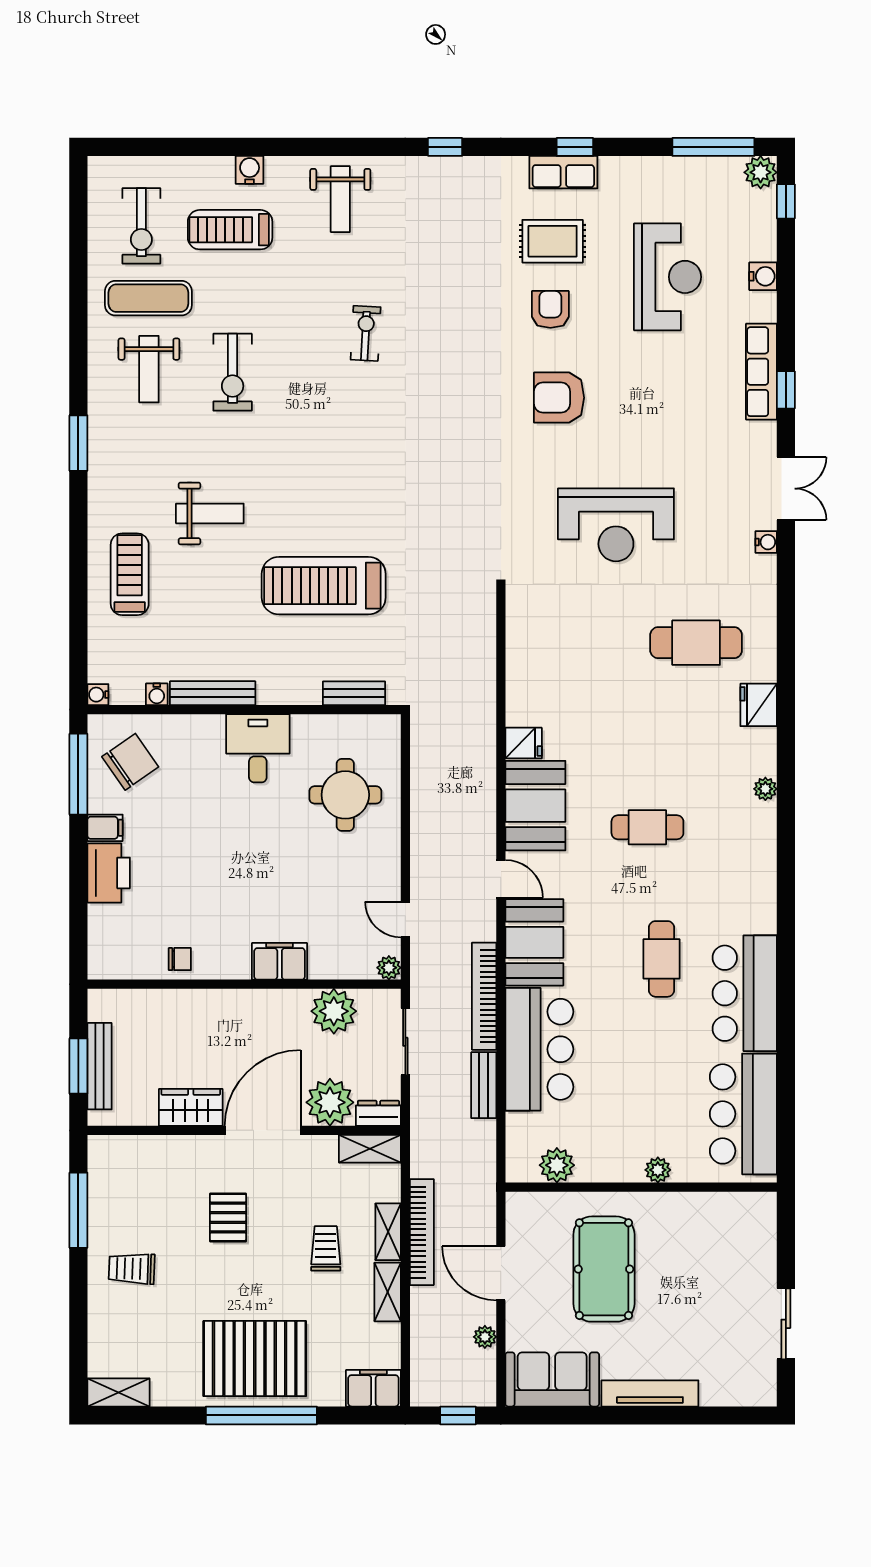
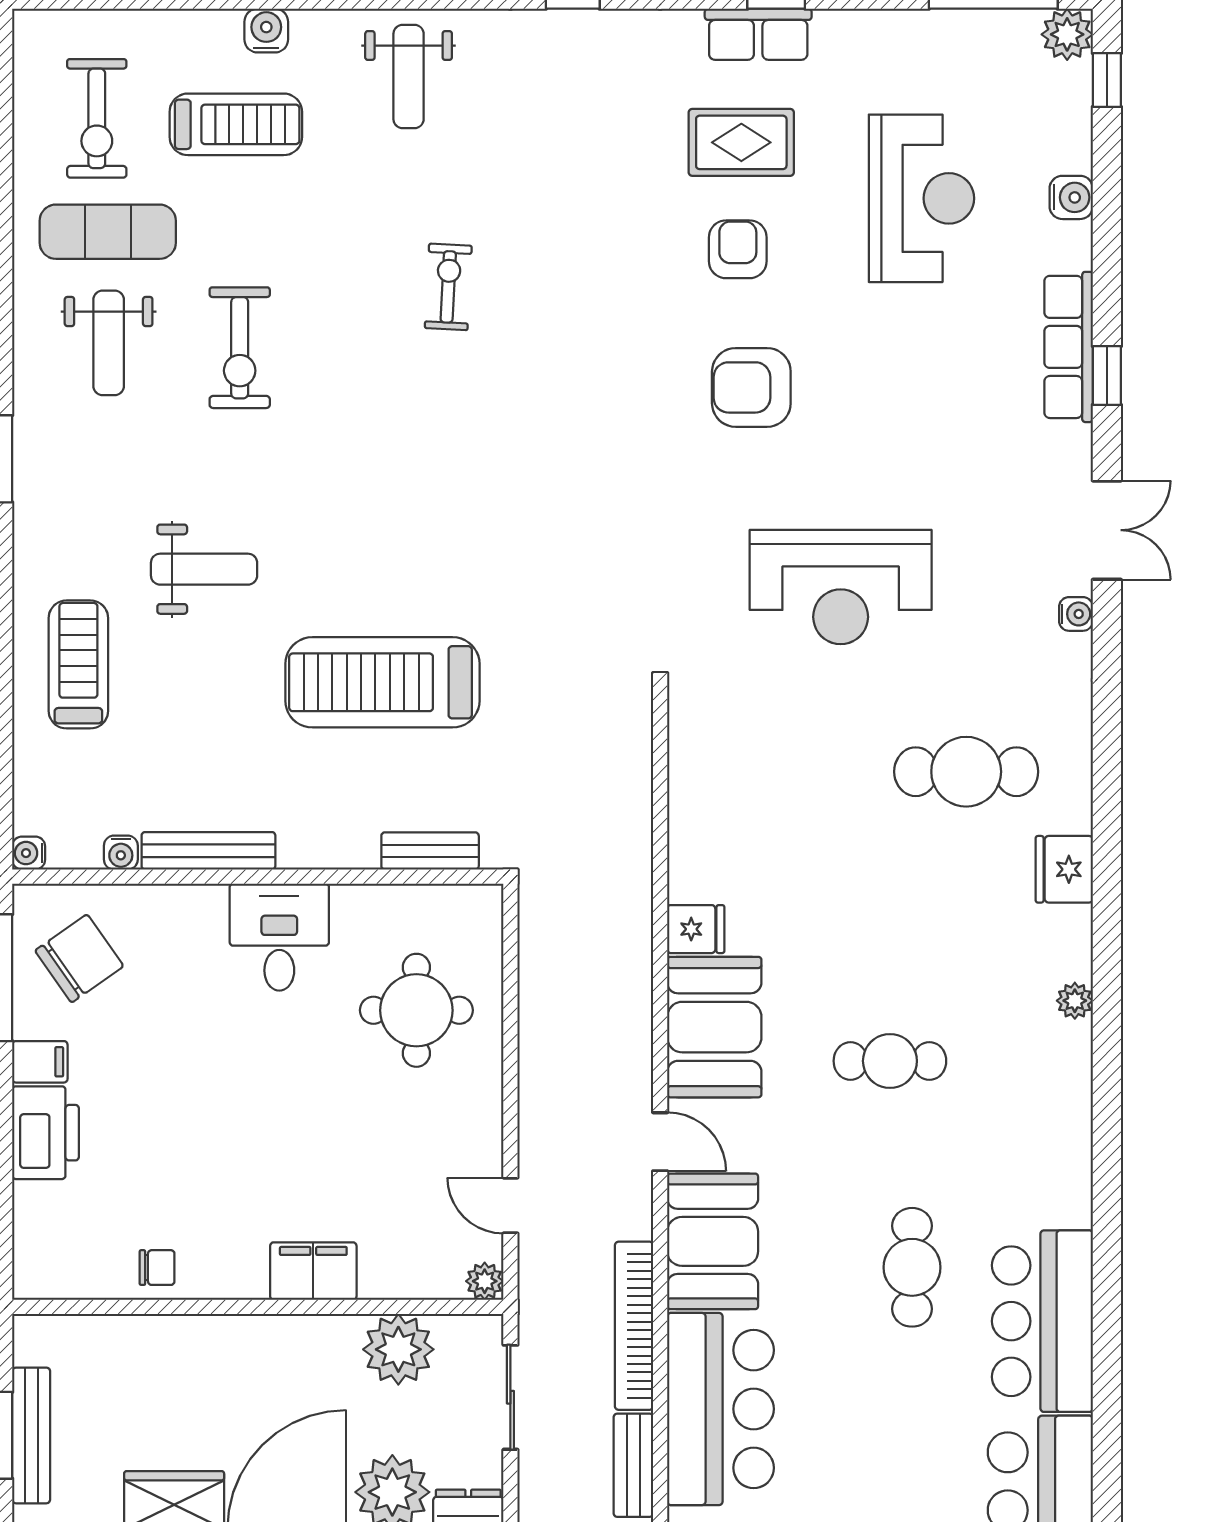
treadmill: (230, 230) -> (236, 124), turned 180

